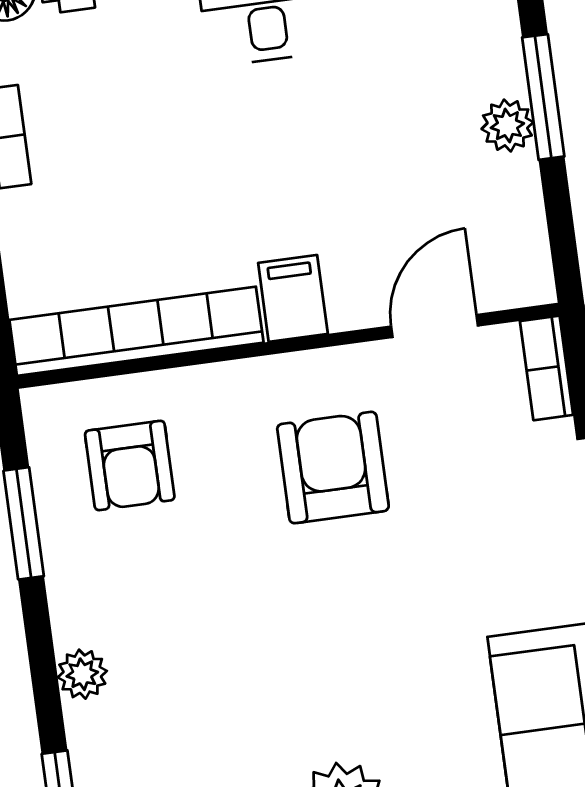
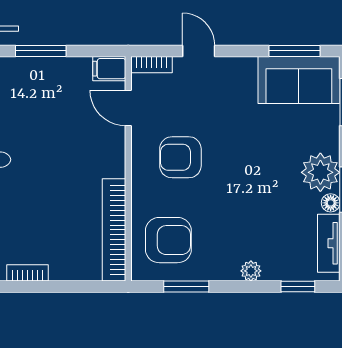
plant: (507, 126) -> (50, 67), removed
filing cabinet: (293, 298) -> (109, 69), moved
armchair: (130, 465) -> (168, 240), width x1.38, depth x1.38

